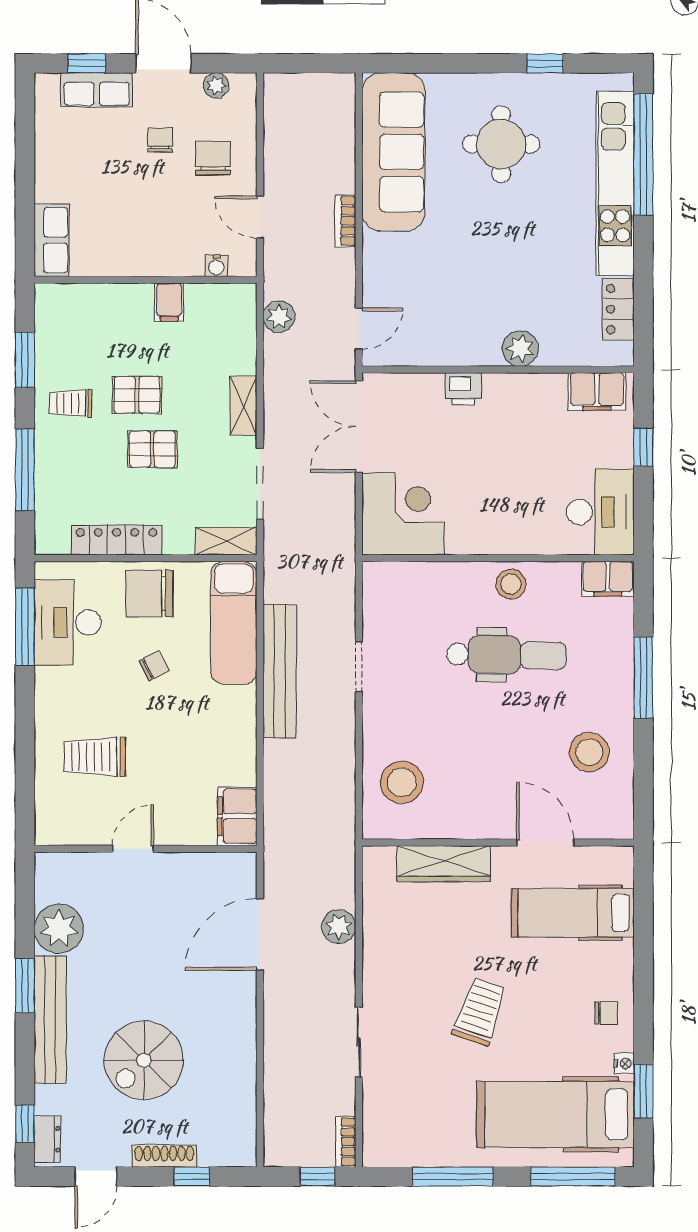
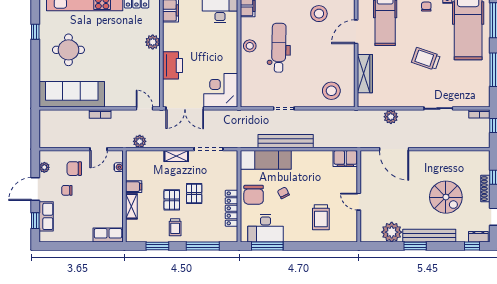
printer: (463, 389) -> (172, 65), width x1.87, depth x1.48
shelving: (226, 541) -> (131, 206), moved

